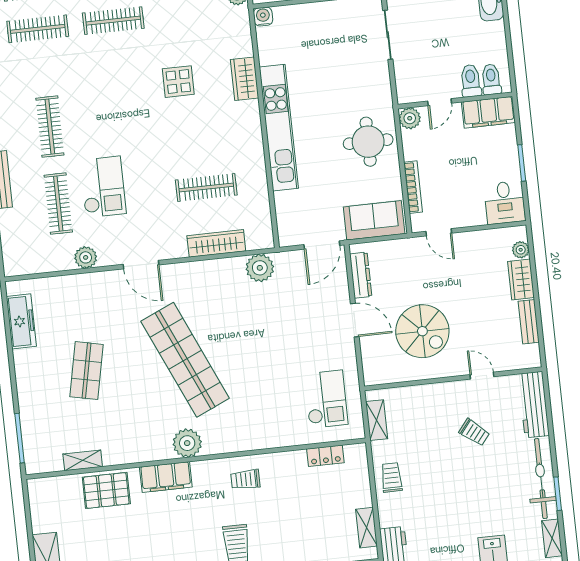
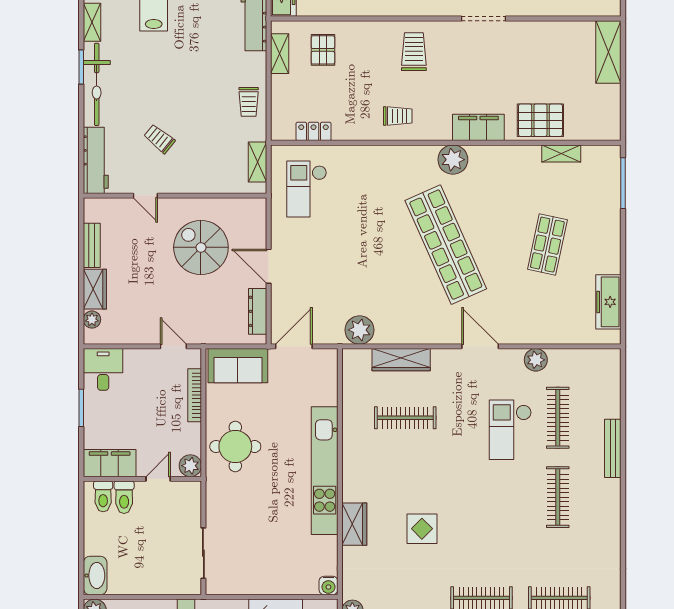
pallet: (325, 536) -> (323, 50), added

